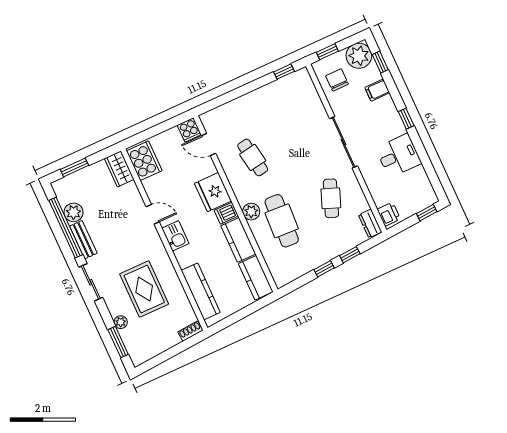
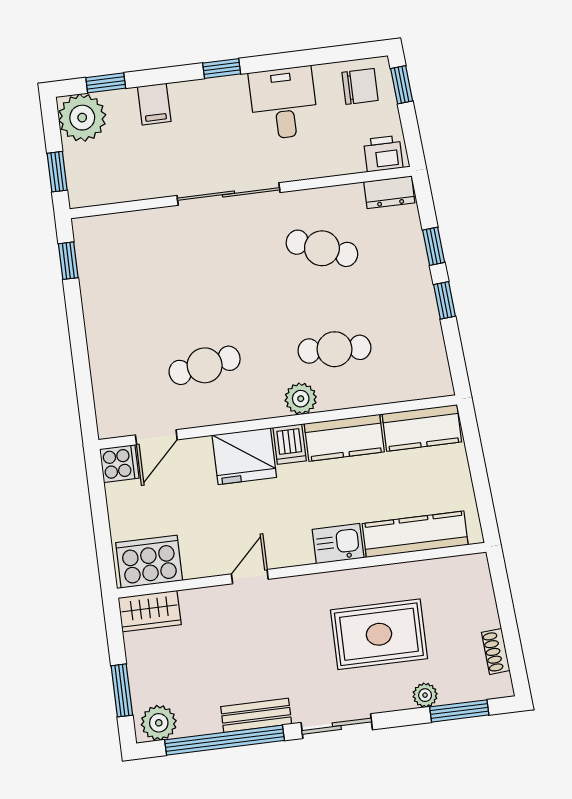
chair: (337, 80) -> (360, 86), moved, turned 180
plant: (74, 212) -> (159, 723), moved
cafe table: (282, 221) -> (334, 349), width x0.73, depth x0.74
kitchen sink: (175, 236) -> (338, 544), moved
shoe rack: (190, 331) -> (496, 651), moved

